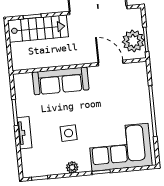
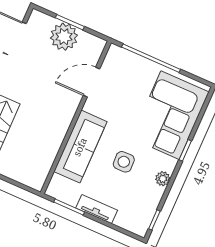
door: (111, 63) -> (91, 82), moved
wall: (79, 66) -> (76, 117), moved
sofa: (61, 81) -> (80, 147), moved

